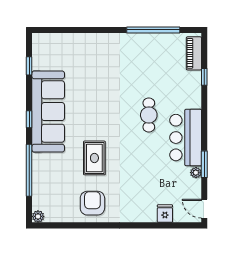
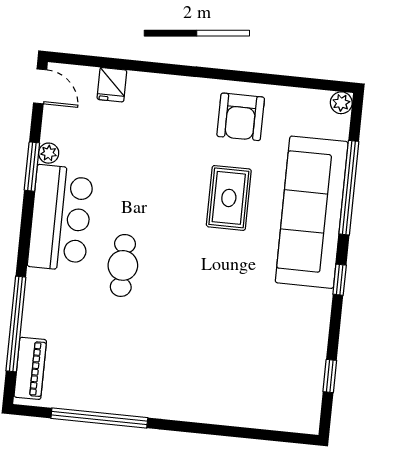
window: (204, 77) -> (16, 324), width x3.17
sofa: (48, 112) -> (312, 212), moved

